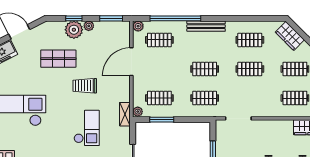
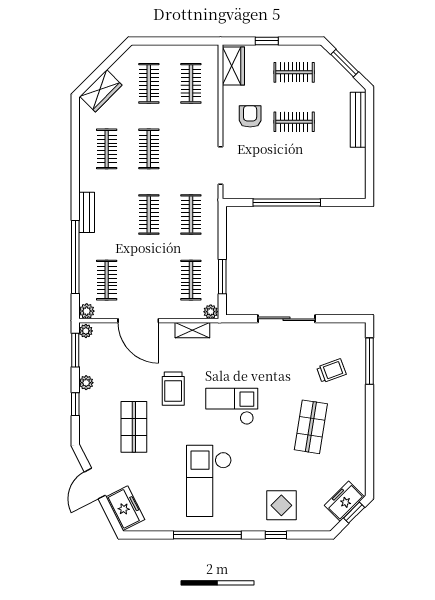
bench: (206, 26) -> (87, 212), width x0.73
plant: (74, 30) -> (86, 331), moved, width x0.53, depth x0.53
shelving: (125, 114) -> (192, 330), moved
checkout: (87, 128) -> (232, 406), moved
armchair: (272, 139) -> (250, 116), added

